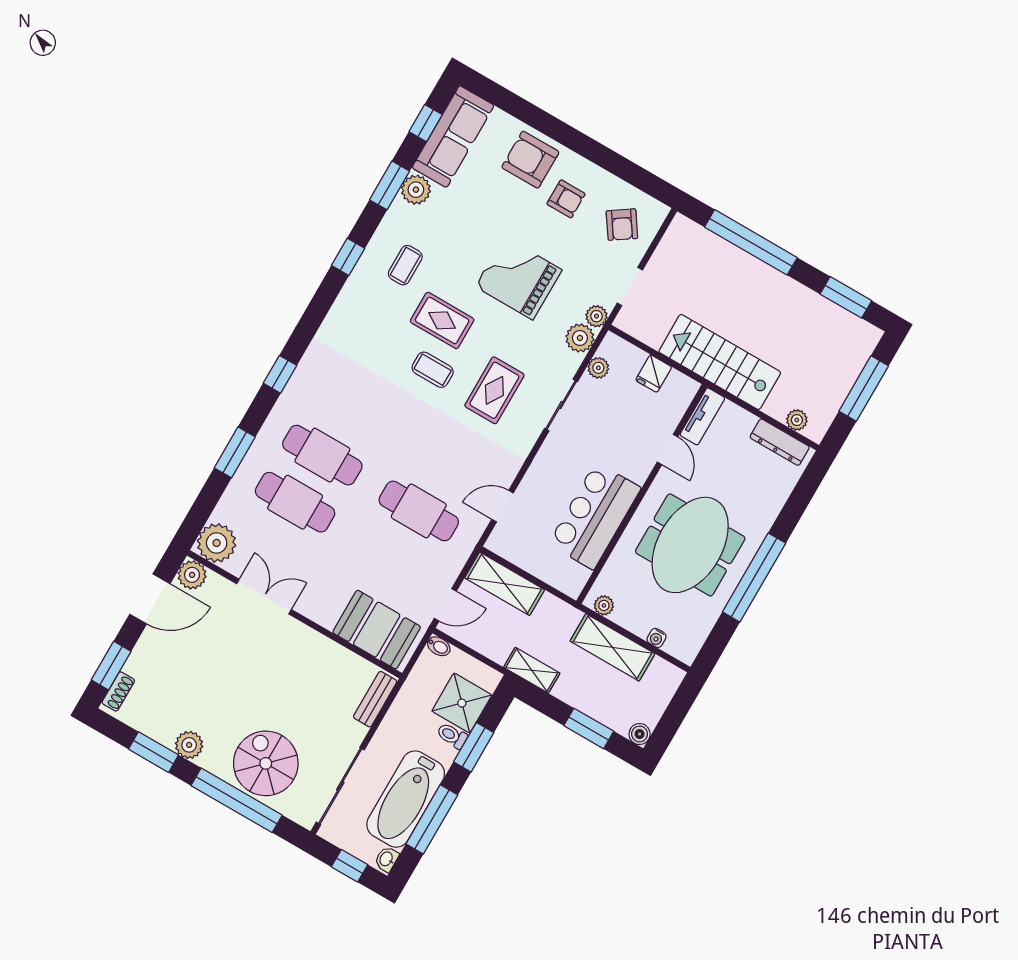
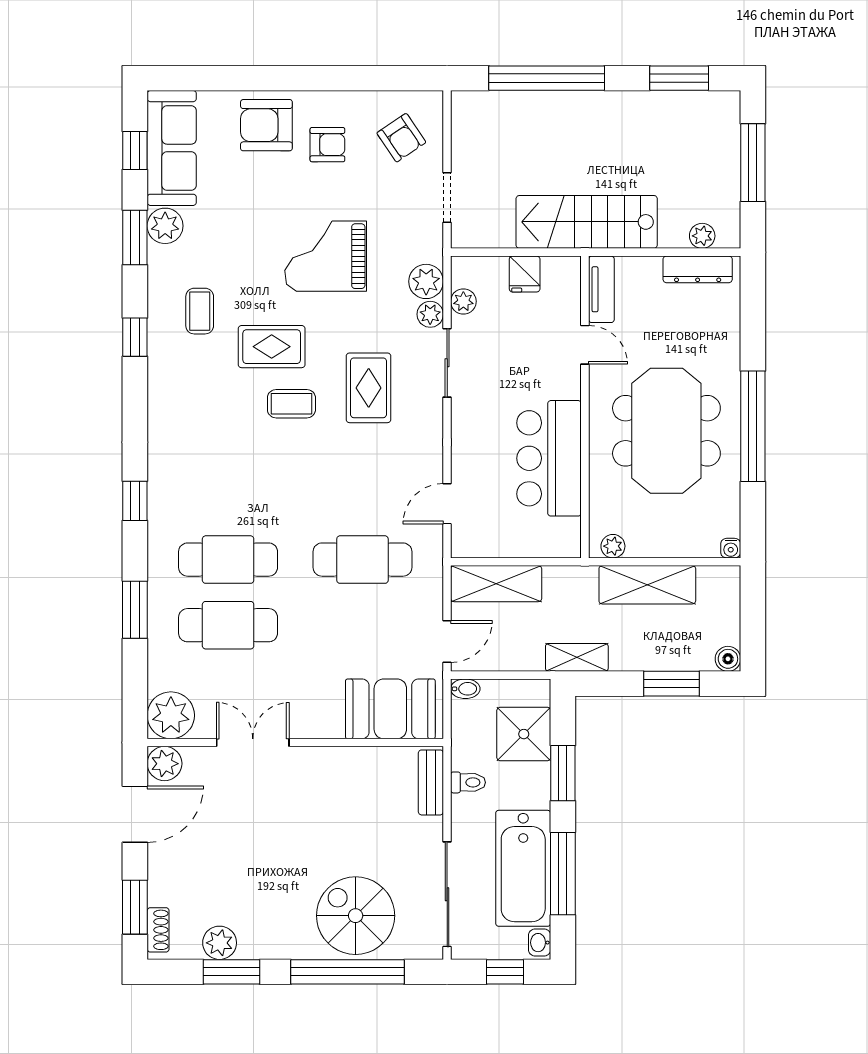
plant: (597, 316) -> (430, 314), moved
water cooler: (657, 638) -> (731, 548), moved
toilet: (452, 736) -> (468, 782), moved, turned 180
plant: (189, 745) -> (220, 943), moved

